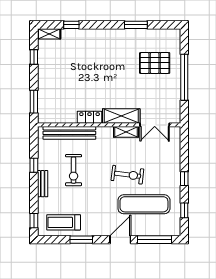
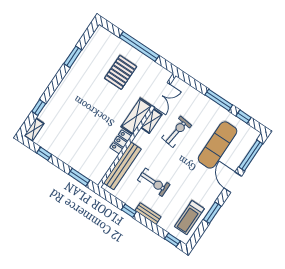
pallet: (155, 63) -> (121, 72), moved
exercise bike: (127, 175) -> (177, 132), moved
window: (184, 179) -> (219, 100), width x2.17

